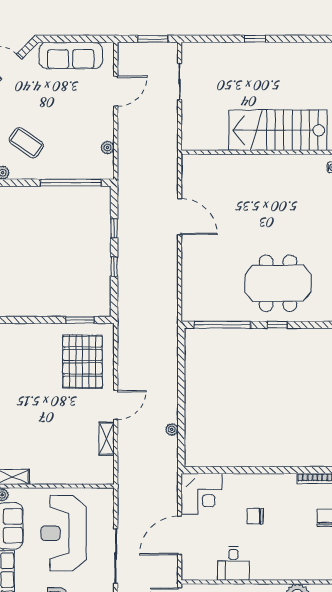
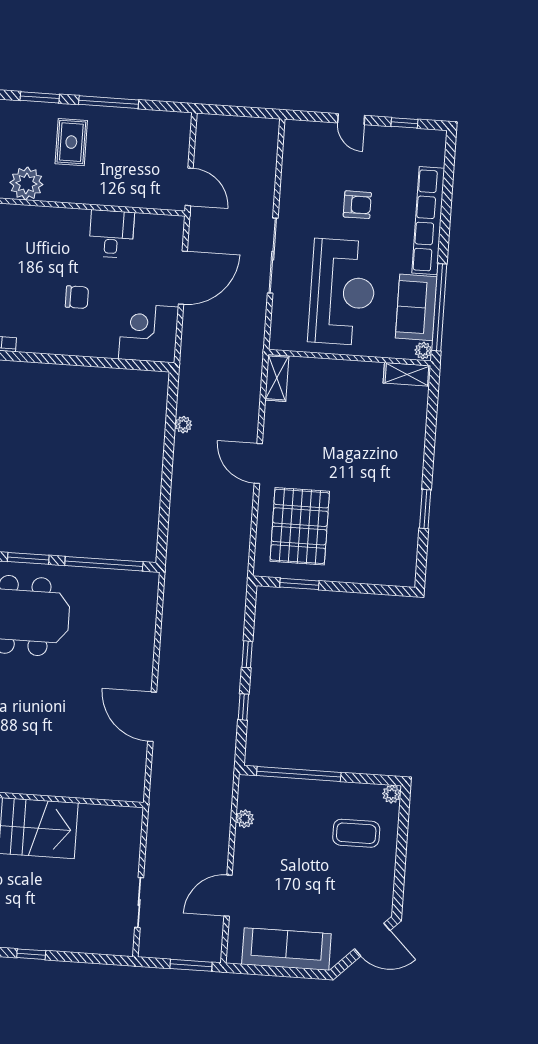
window: (153, 39) -> (191, 965), moved
coffee table: (26, 143) -> (356, 833), turned -35
window: (277, 325) -> (28, 558), width x1.50
door: (116, 405) -> (258, 463), hinge flipped
shelving: (107, 439) -> (277, 378), moved

